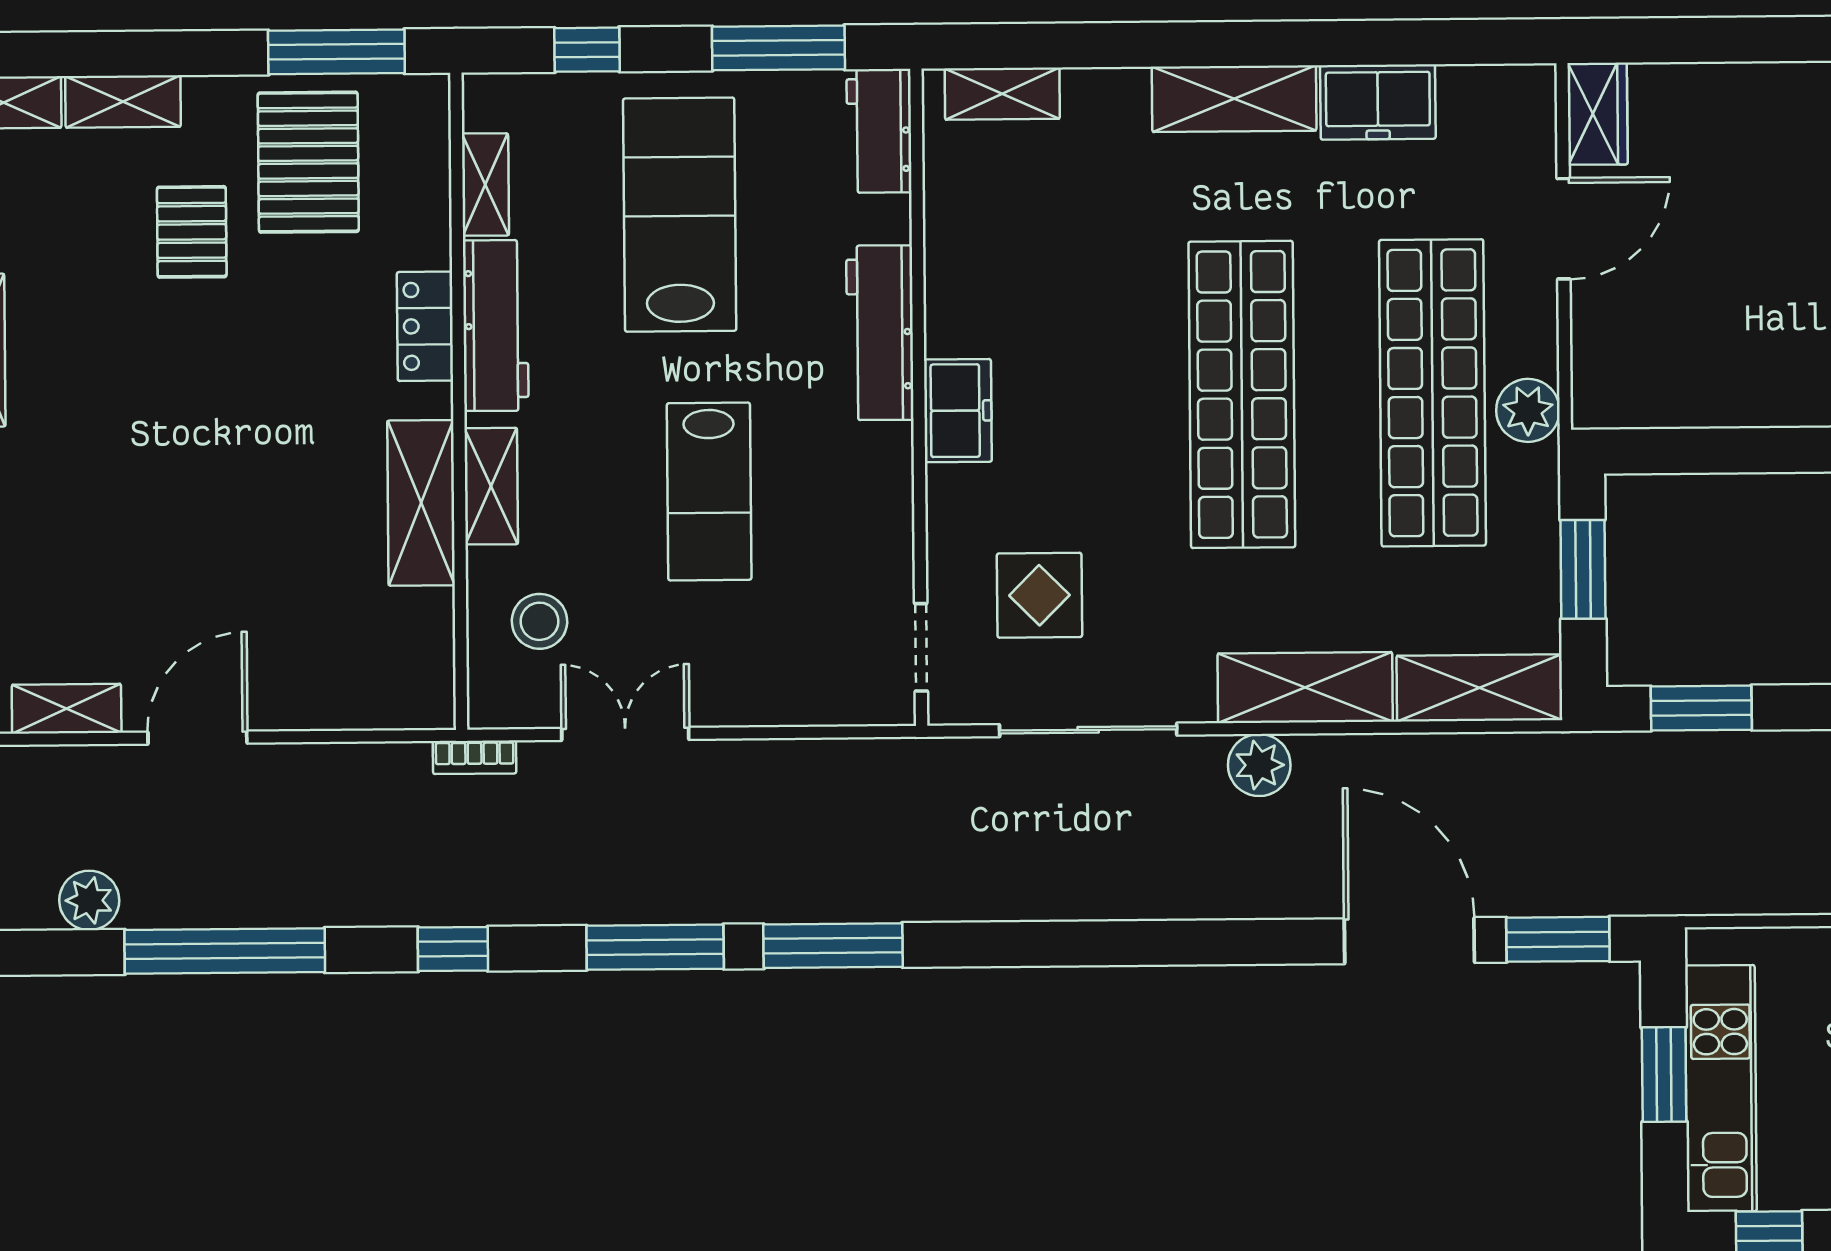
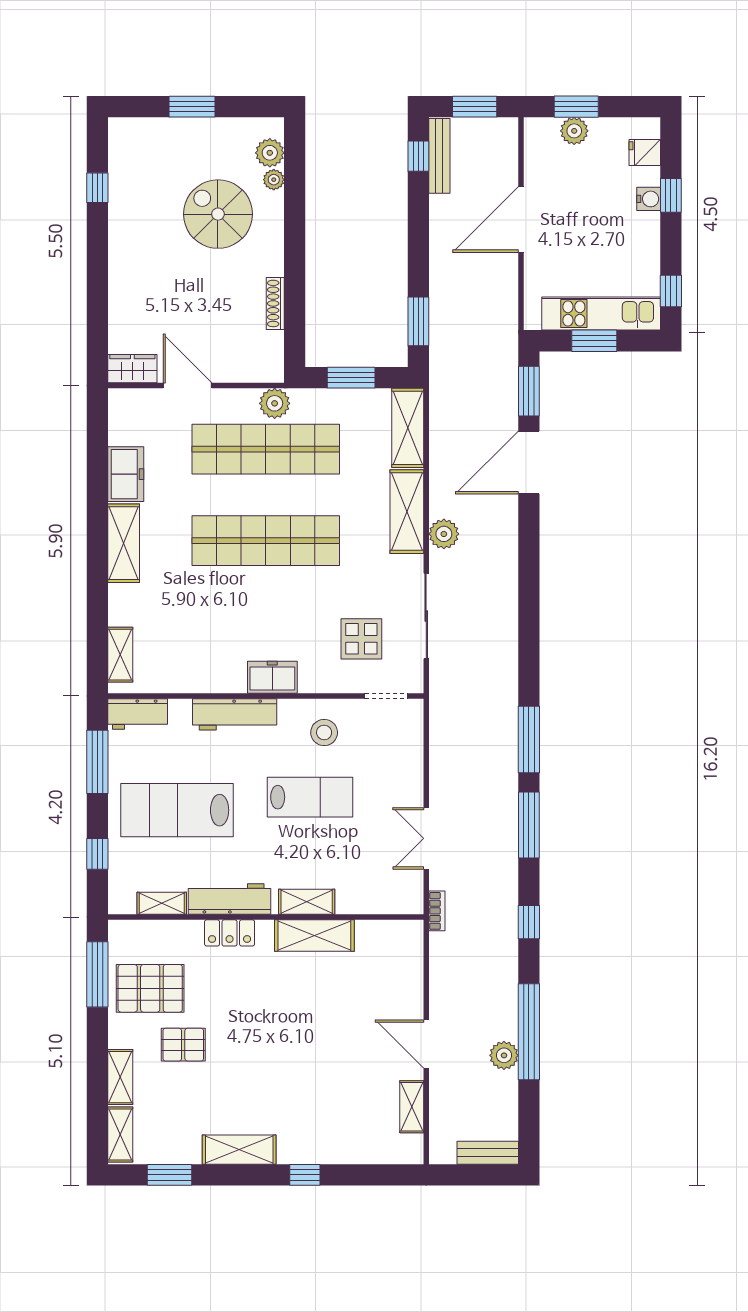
shoe rack: (1736, 410) -> (275, 303), added
stool: (540, 621) -> (324, 733), moved
plant: (89, 900) -> (504, 1055), moved

